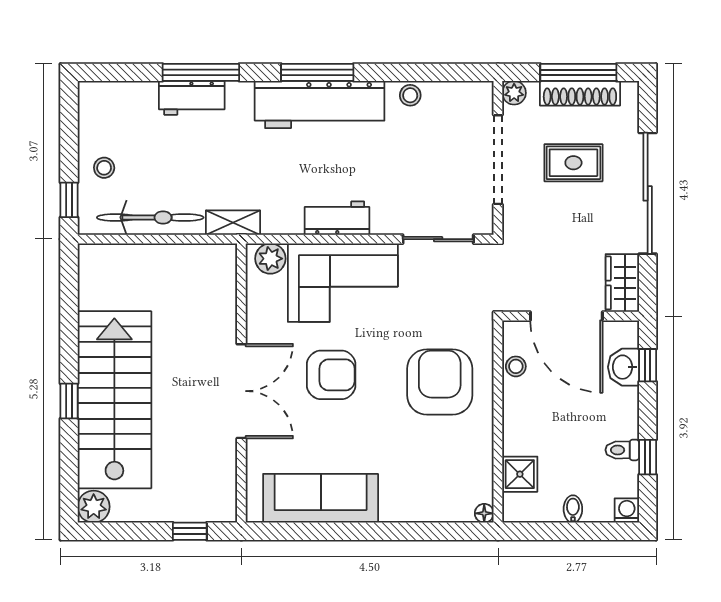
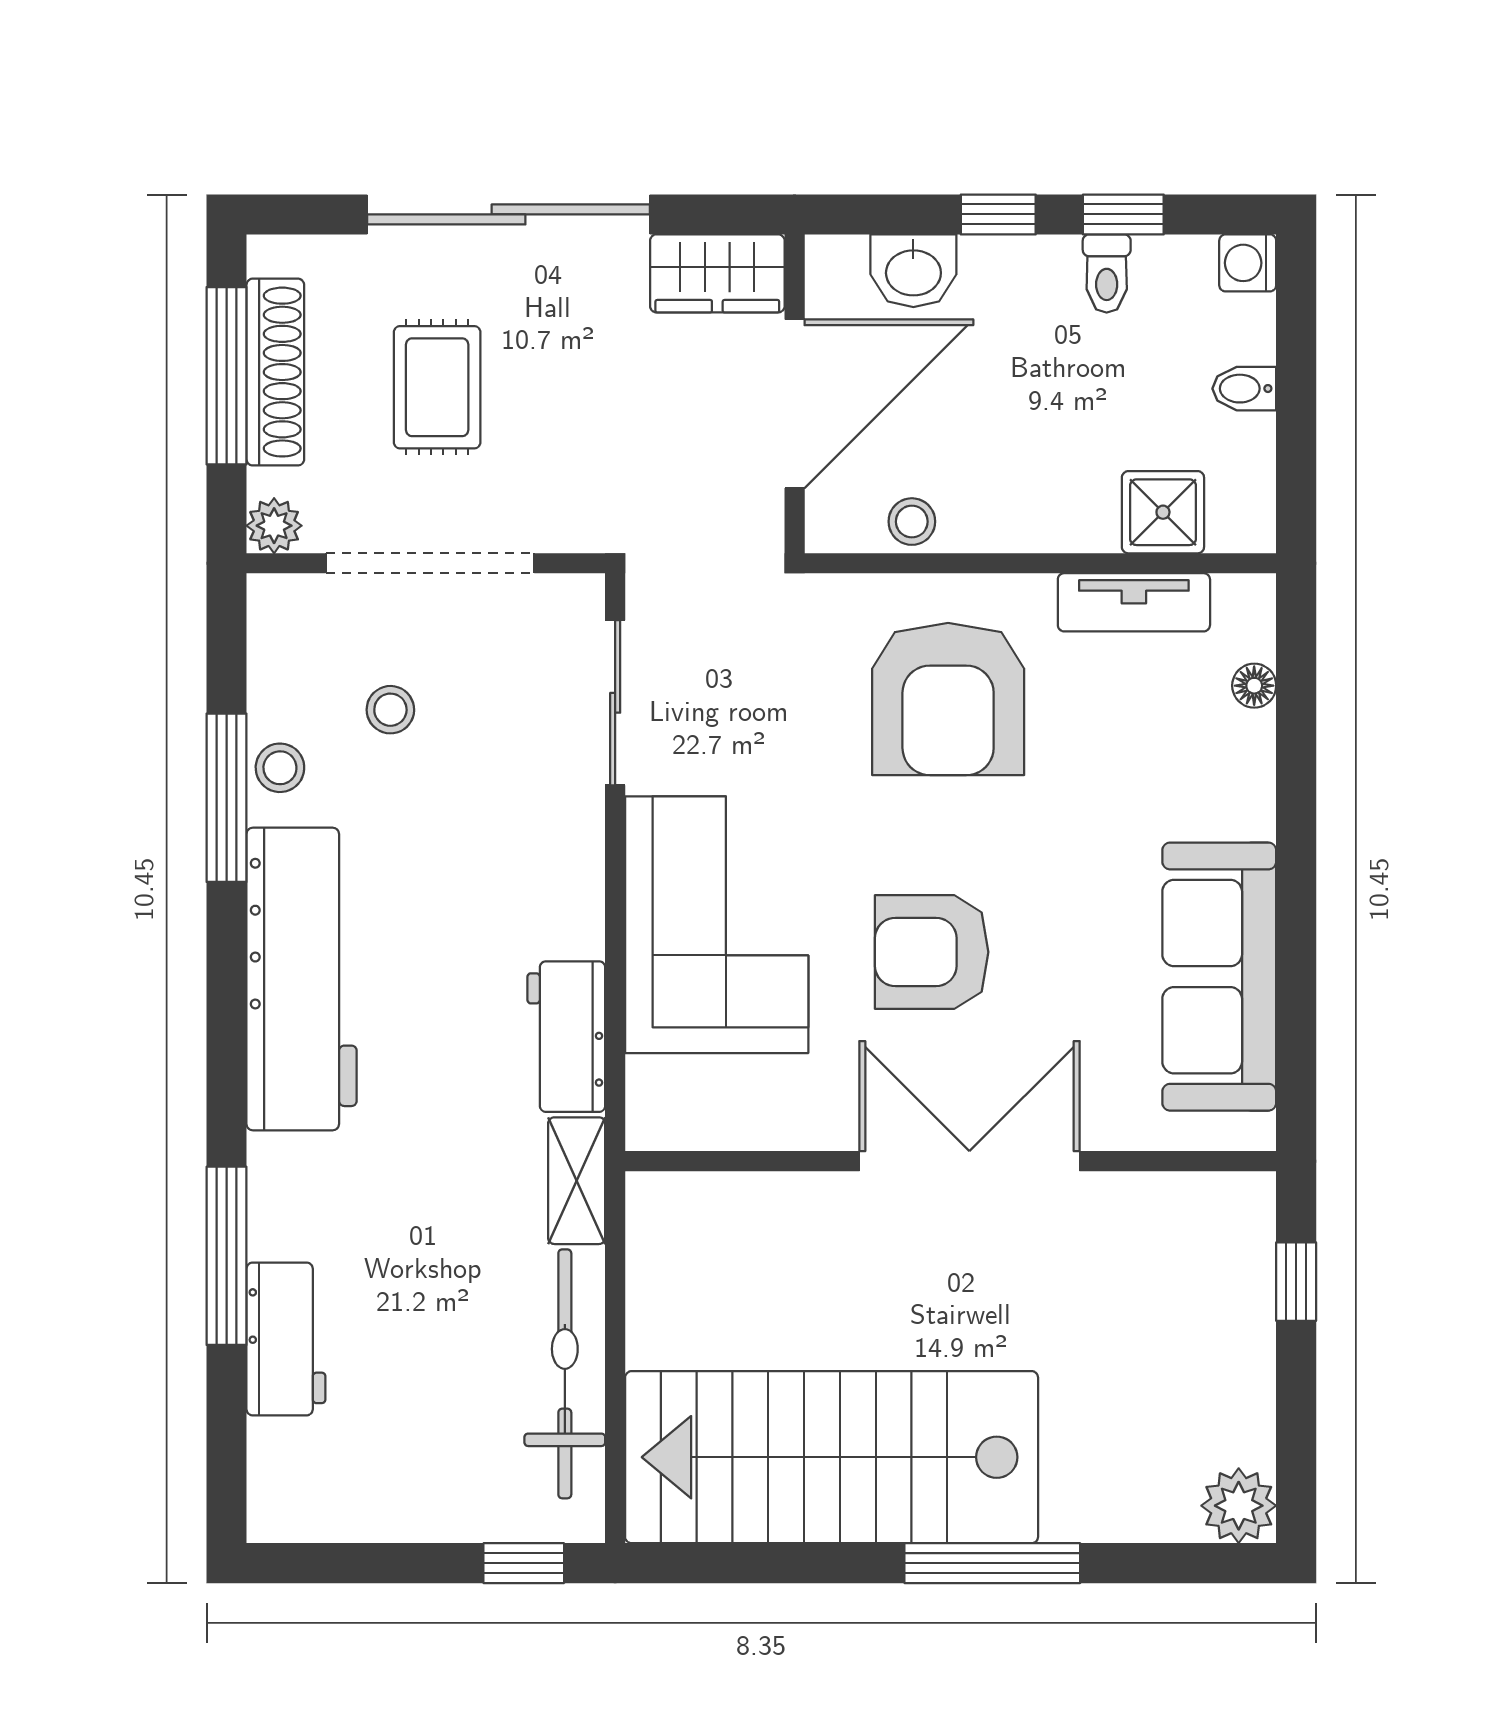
window: (317, 72) -> (227, 798), moved
workbench: (192, 98) -> (286, 1339), moved
stool: (104, 168) -> (390, 710), moved
workbench: (337, 218) -> (566, 1037), moved
plant: (270, 259) -> (660, 1094), removed
window: (648, 365) -> (998, 214), moved
armchair: (331, 375) -> (932, 952), turned -90
armchair: (440, 382) -> (948, 699), turned -90
stairs: (114, 400) -> (832, 1457), moved
window: (69, 401) -> (992, 1563), width x2.17
tv unit: (481, 462) -> (1134, 602), added
floor lamp: (484, 513) -> (1254, 686), moved

